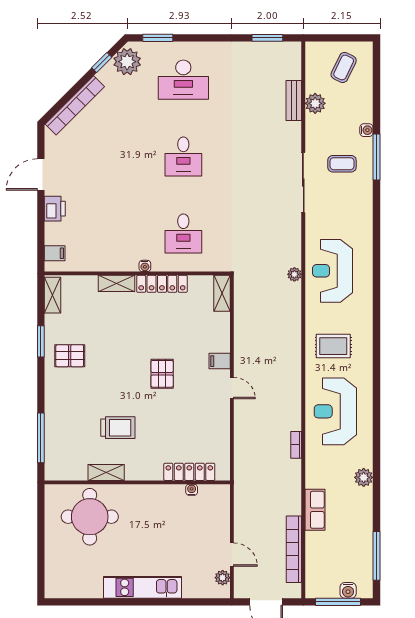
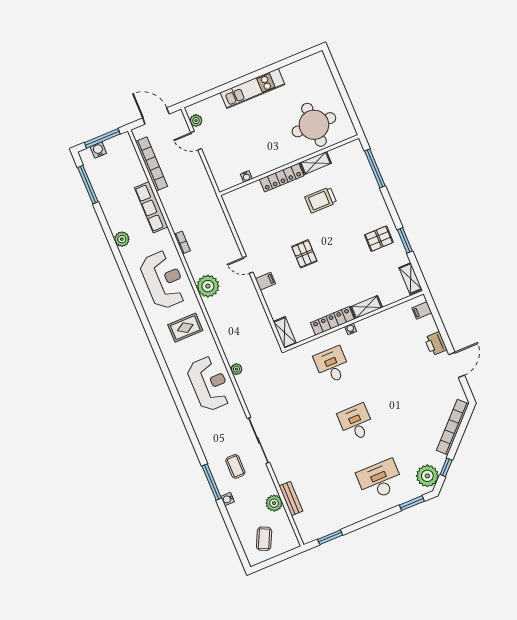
coffee table: (342, 164) -> (235, 466), turned 90
plant: (288, 383) -> (208, 286), added
locker: (189, 472) -> (282, 177), moved
row of seats: (315, 510) -> (151, 207), width x1.48

